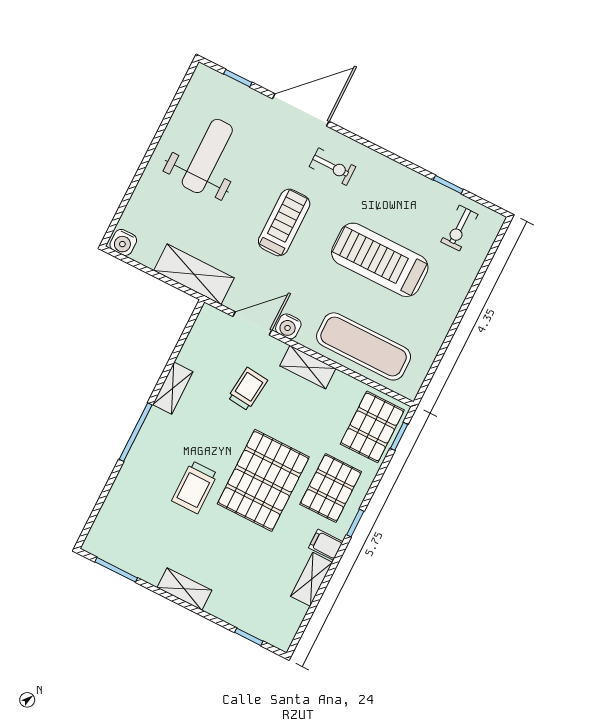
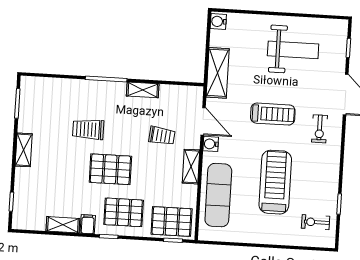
pallet: (263, 480) -> (110, 169), width x0.73, depth x0.71

